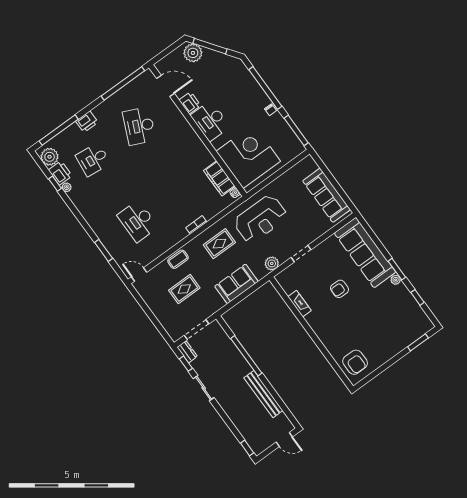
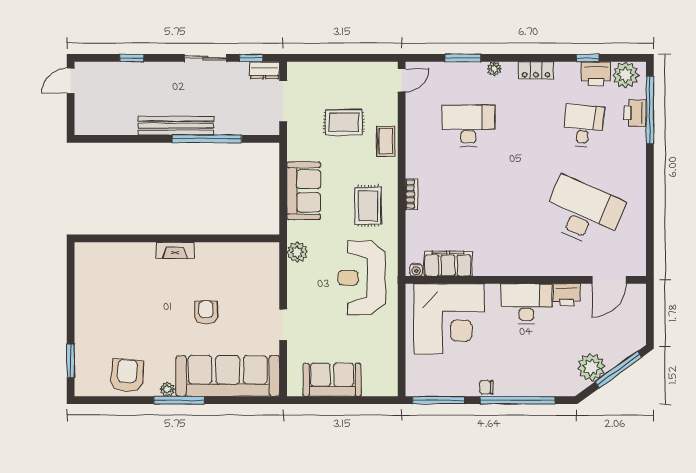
plant: (193, 53) -> (591, 367), moved
window: (123, 83) -> (650, 230), removed
printer: (87, 122) -> (635, 113), moved
desk: (139, 126) -> (583, 212), width x1.36, depth x1.30
plant: (67, 187) -> (494, 69), moved
sofa: (327, 195) -> (332, 380), width x0.73
locker: (82, 206) -> (536, 70), added
doorway: (301, 254) -> (283, 325), moved
window: (397, 269) -> (179, 400), width x1.44
rug: (184, 289) -> (344, 122), turned 90
window: (417, 297) -> (126, 400), removed
fireplace: (300, 304) -> (175, 250), moved
armchair: (355, 362) -> (127, 376), moved, turned 94
bench: (263, 394) -> (176, 126), moved
door: (284, 440) -> (71, 81), moved
window: (247, 448) -> (132, 58), moved

